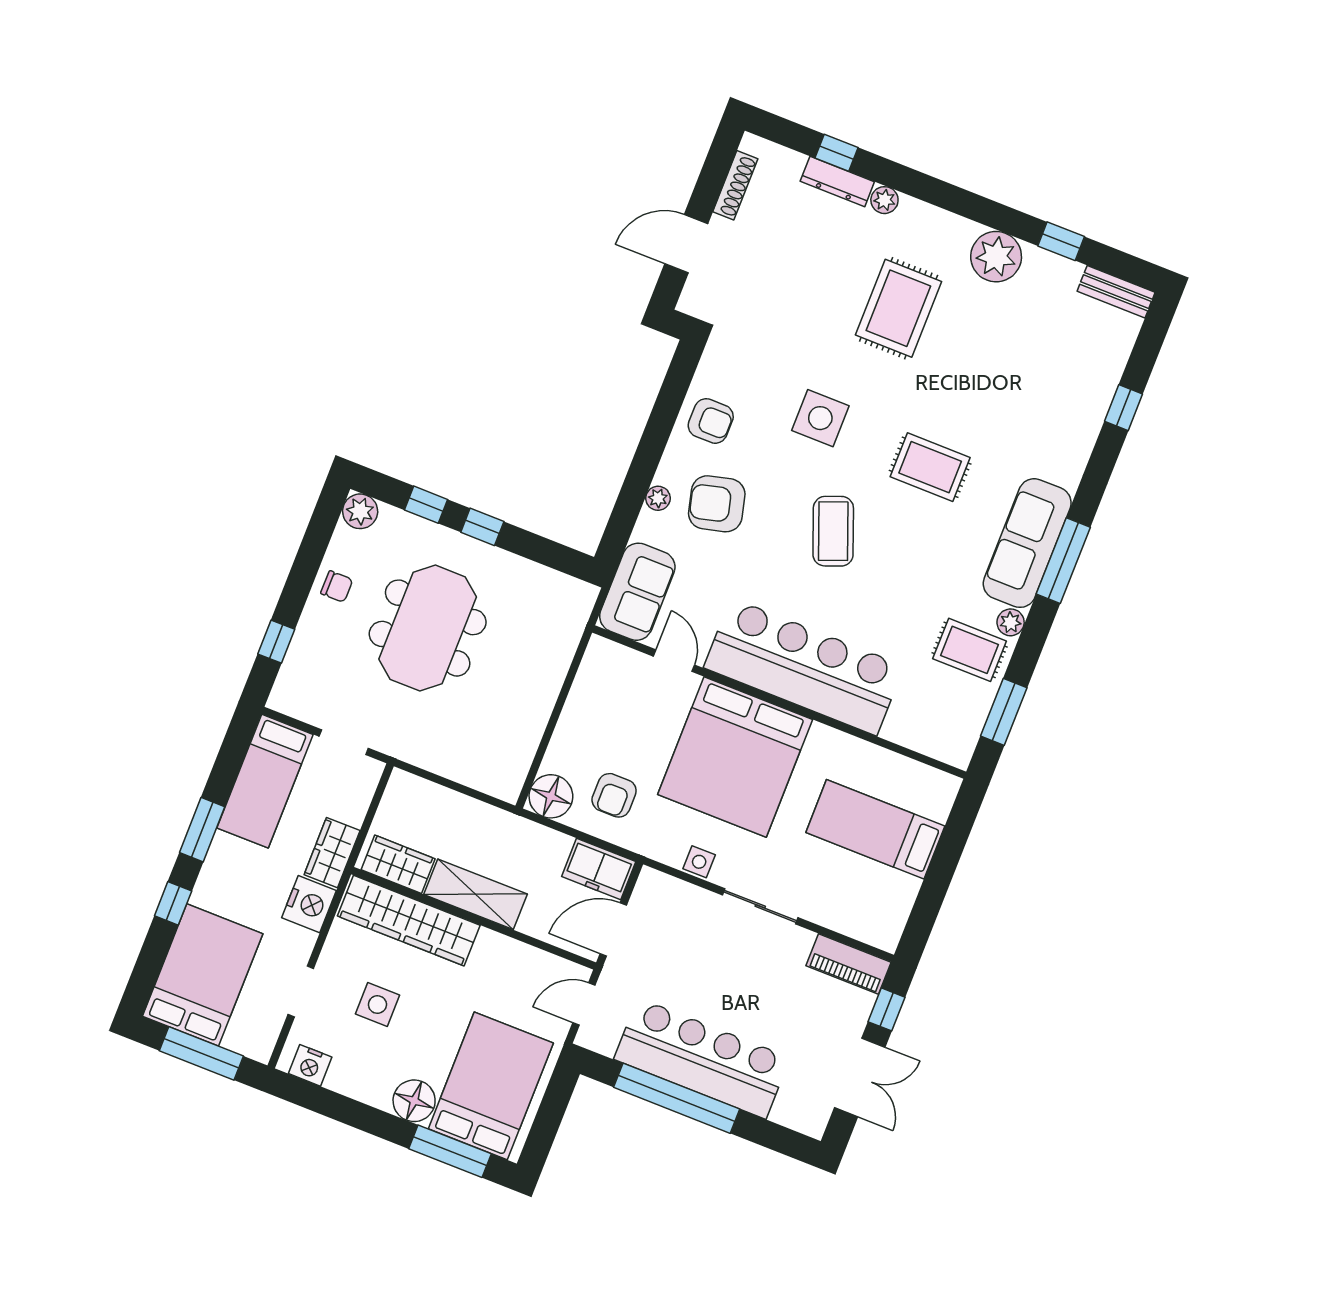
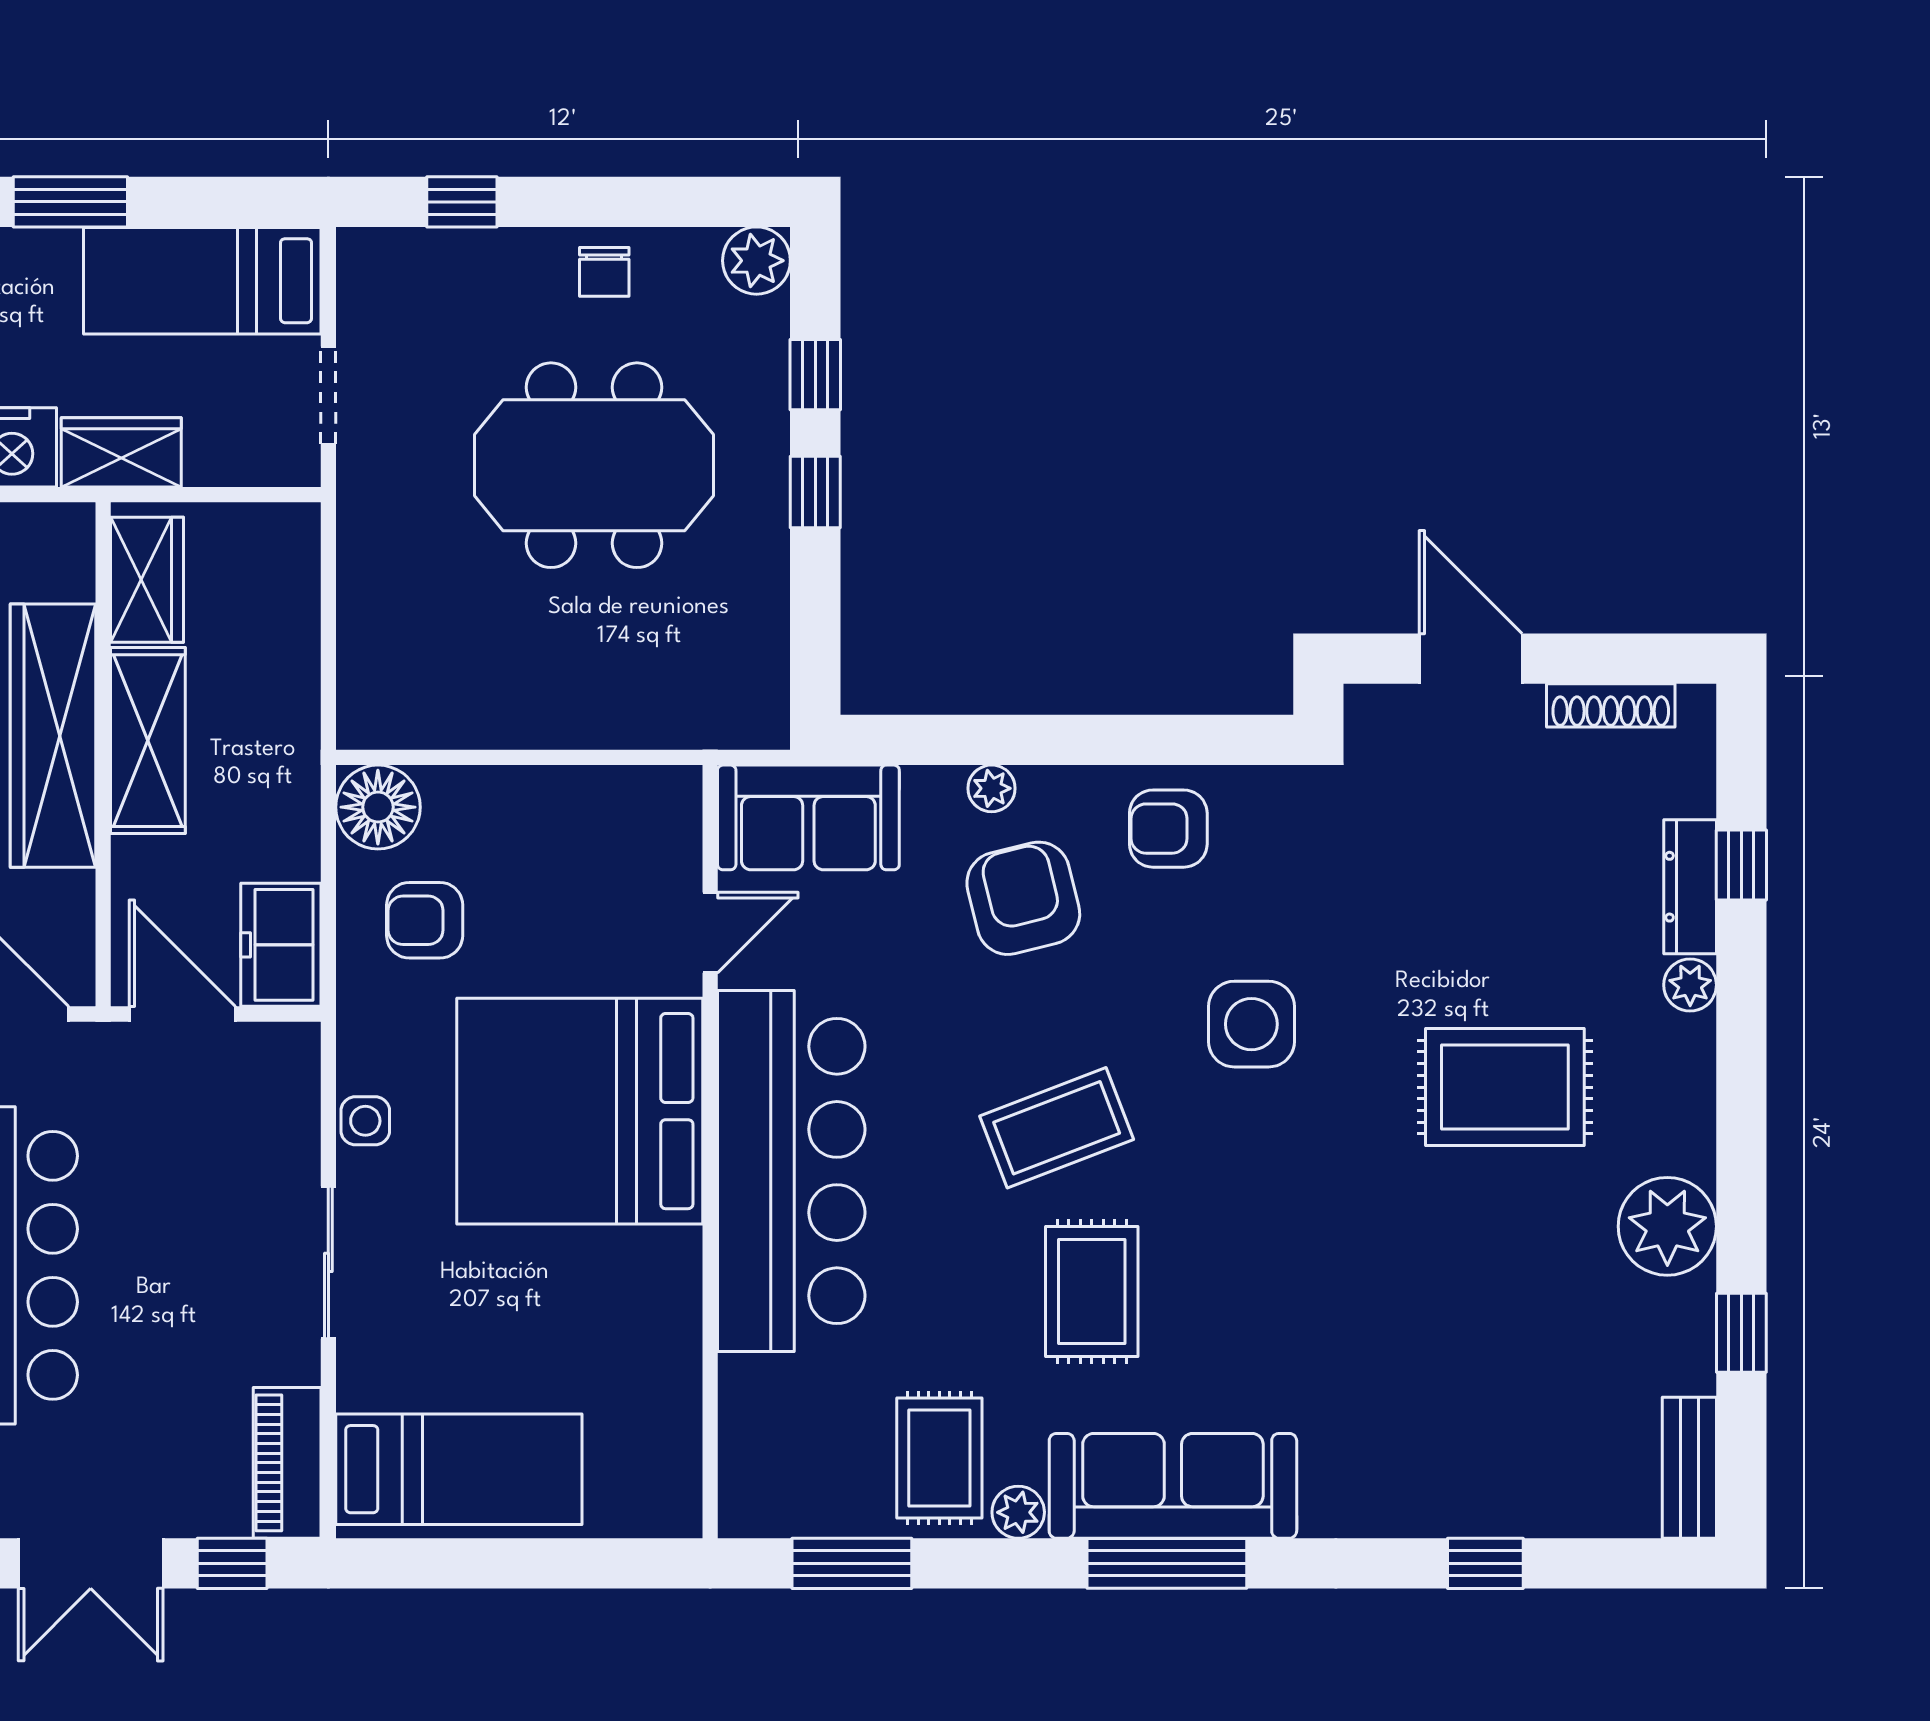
armchair: (711, 421) -> (1168, 829), turned 90
rug: (930, 467) -> (1092, 1291), moved
bed: (875, 829) -> (459, 1469), moved, turned 90
wardrobe: (409, 921) -> (53, 736), moved

